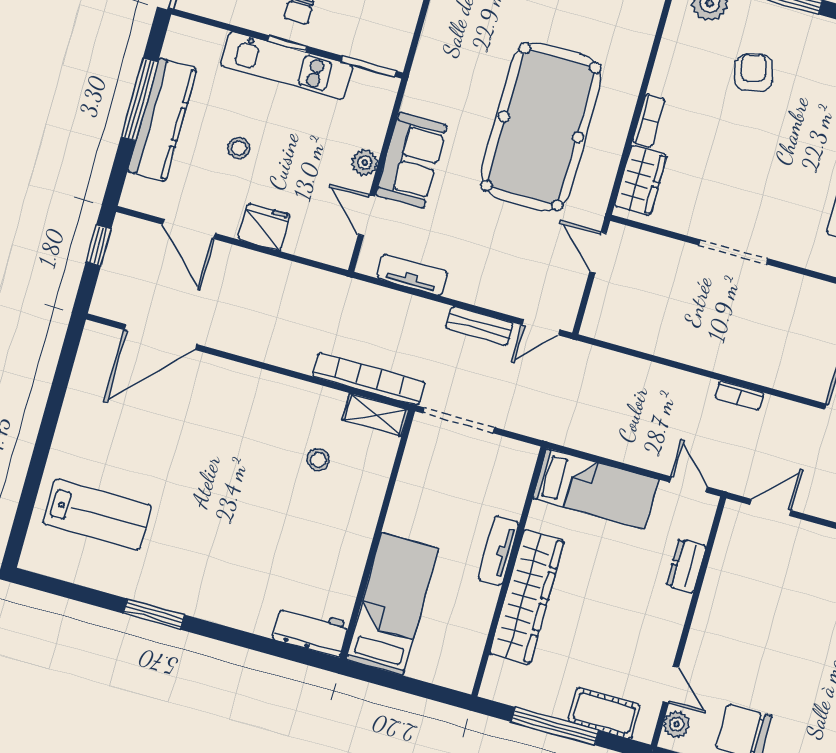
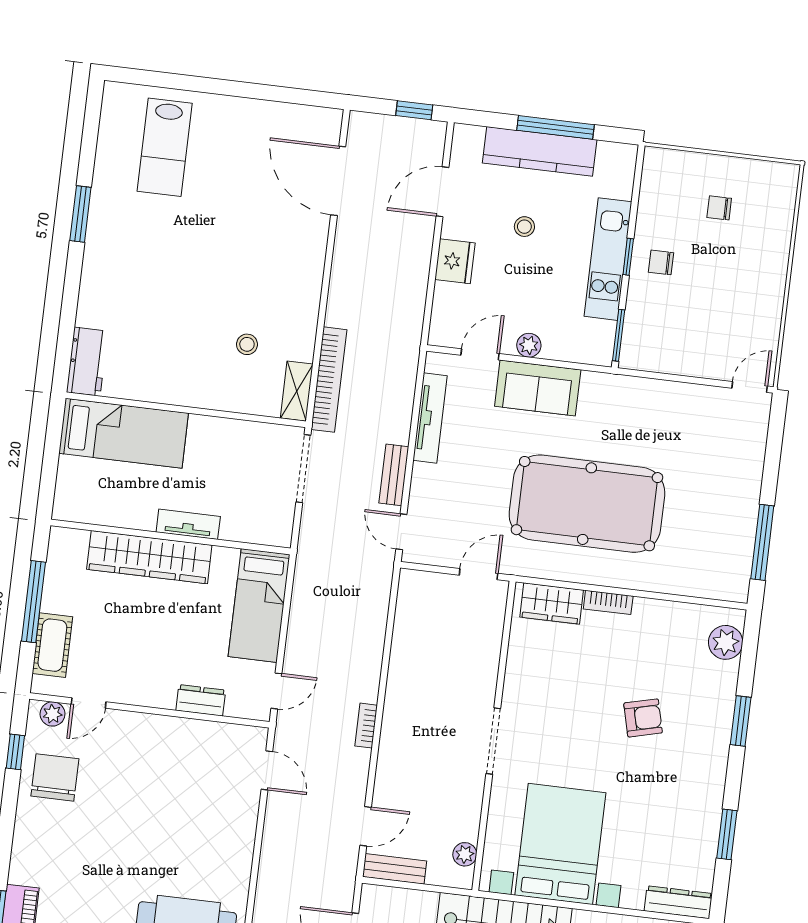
armchair: (754, 73) -> (643, 718), moved
doorway: (733, 252) -> (493, 741), moved
tv unit: (412, 275) -> (430, 418), width x1.41

